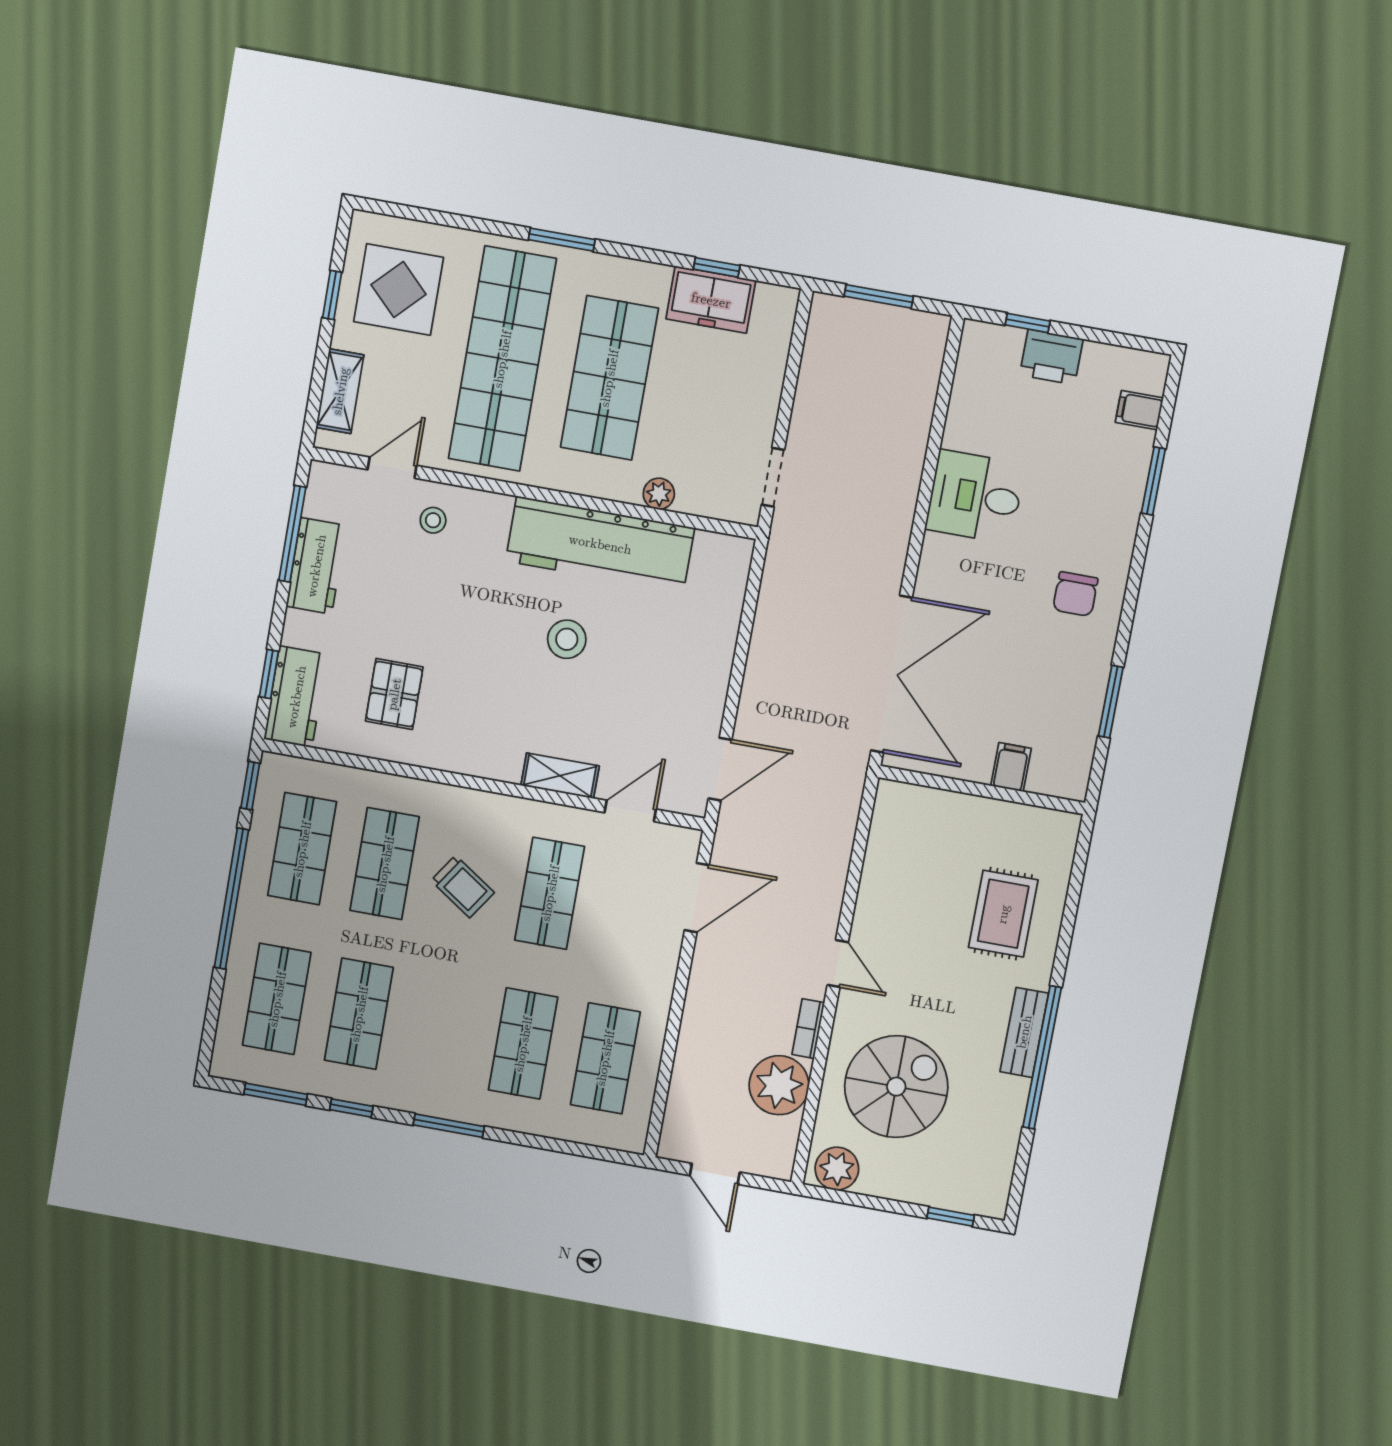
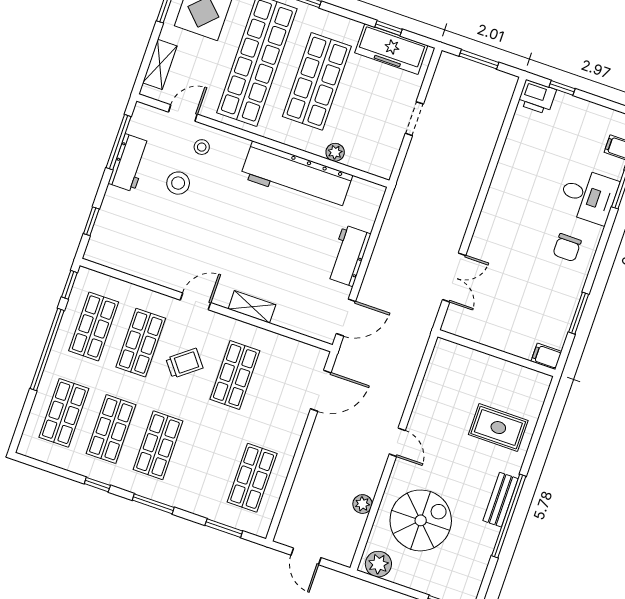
freezer: (711, 300) -> (391, 49), width x1.40
printer: (1051, 357) -> (537, 97), moved
doorway: (773, 477) -> (414, 119), moved
desk: (975, 497) -> (588, 196), moved, turned 180
stool: (567, 639) -> (178, 183), moved
double door: (892, 674) -> (454, 278), width x0.54
pallet: (394, 694) -> (163, 244), removed
workbench: (296, 697) -> (348, 256), moved, turned 180
filing cabinet: (1011, 767) -> (546, 356), moved, turned -90
door: (630, 811) -> (195, 301), moved
trolley: (463, 887) -> (184, 363), turned -72
rug: (1003, 914) -> (498, 428), turned 90
bookcase: (808, 1029) -> (374, 478), removed
shop shelf: (523, 1044) -> (158, 445), moved
plant: (779, 1085) -> (362, 504), width x0.53, depth x0.53
window: (276, 1094) -> (224, 528), moved

